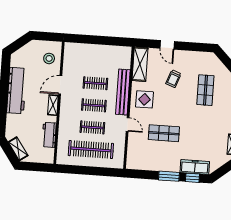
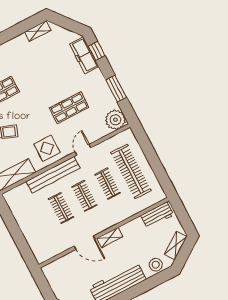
stool: (49, 58) -> (156, 265), moved
shop shelf: (164, 133) -> (69, 108), turned 90
workbench: (49, 135) -> (157, 215), moved
plant: (135, 161) -> (115, 120), added
window: (169, 176) -> (116, 89), moved

